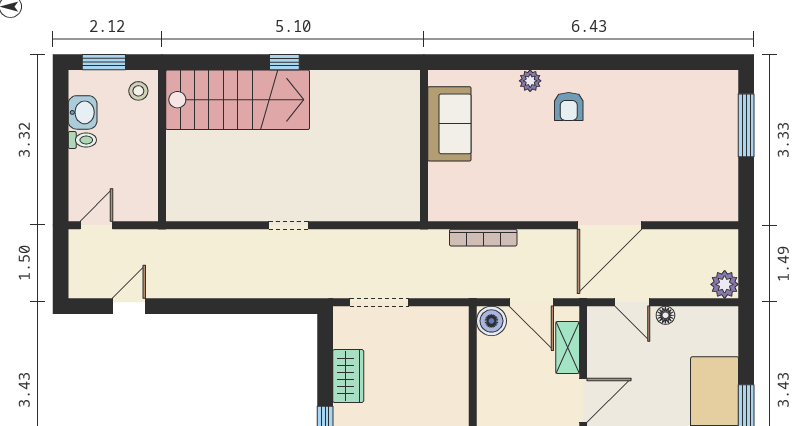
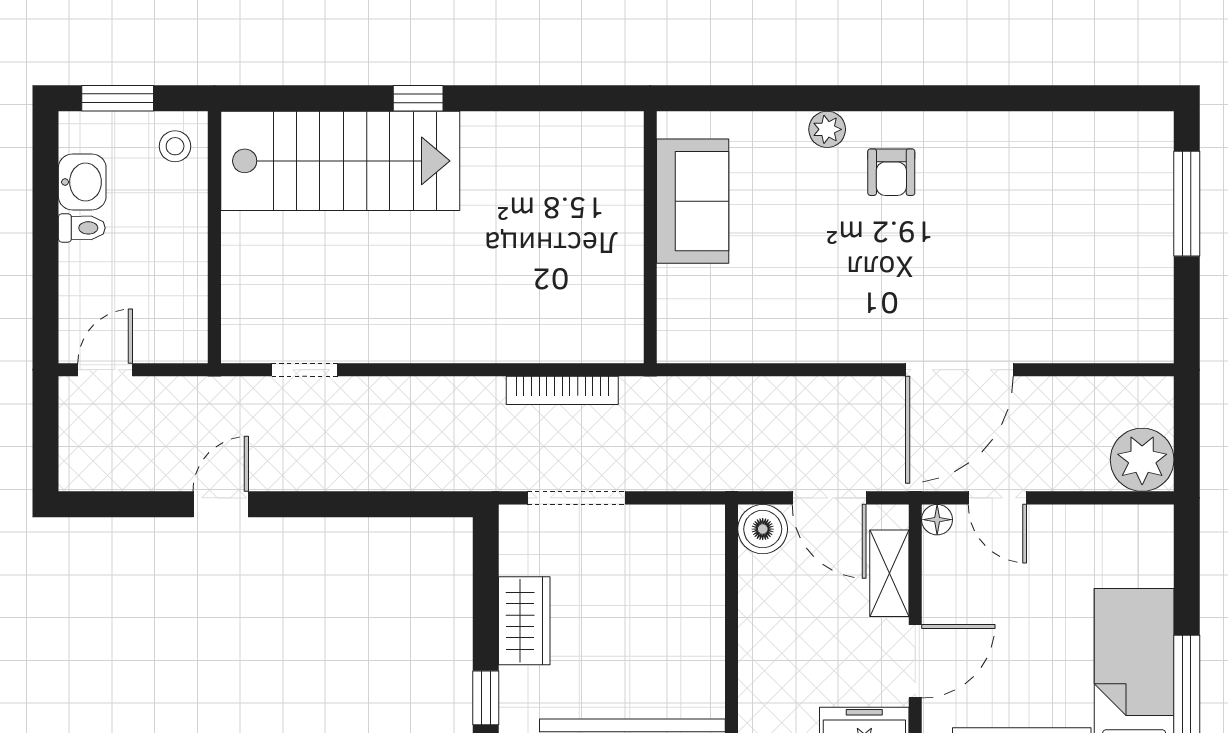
doorway: (289, 225) -> (305, 370), moved
bookcase: (483, 238) -> (562, 390), moved
plant: (725, 284) -> (1142, 460), width x1.36, depth x1.36
door: (129, 306) -> (221, 504), moved
floor lamp: (665, 315) -> (937, 520), moved

